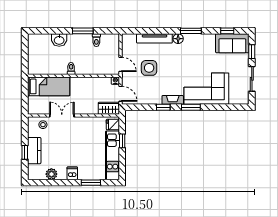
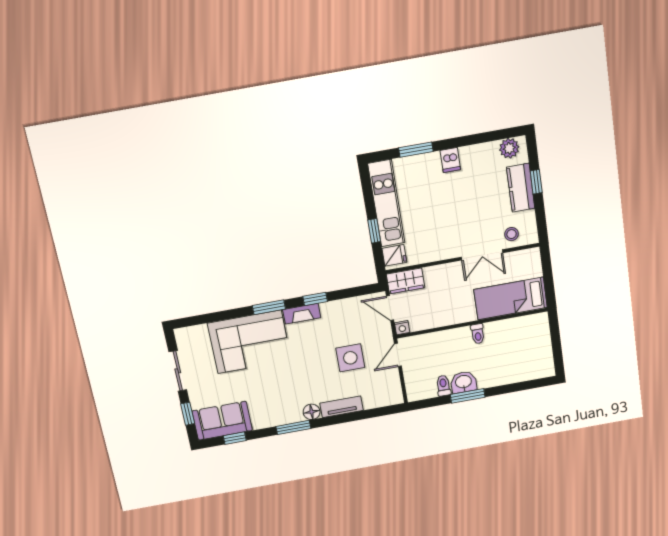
tv unit: (154, 38) -> (342, 407), width x0.71
washbasin: (59, 40) -> (463, 382), moved
door: (121, 64) -> (398, 355), hinge flipped
plant: (51, 174) -> (509, 148), moved

